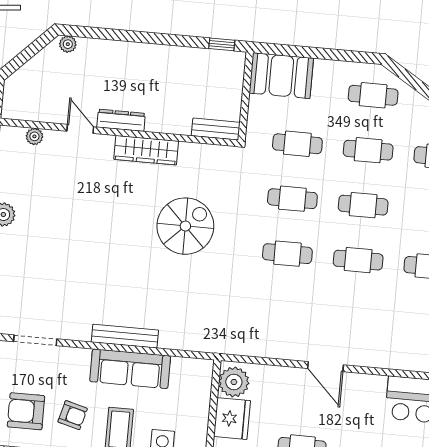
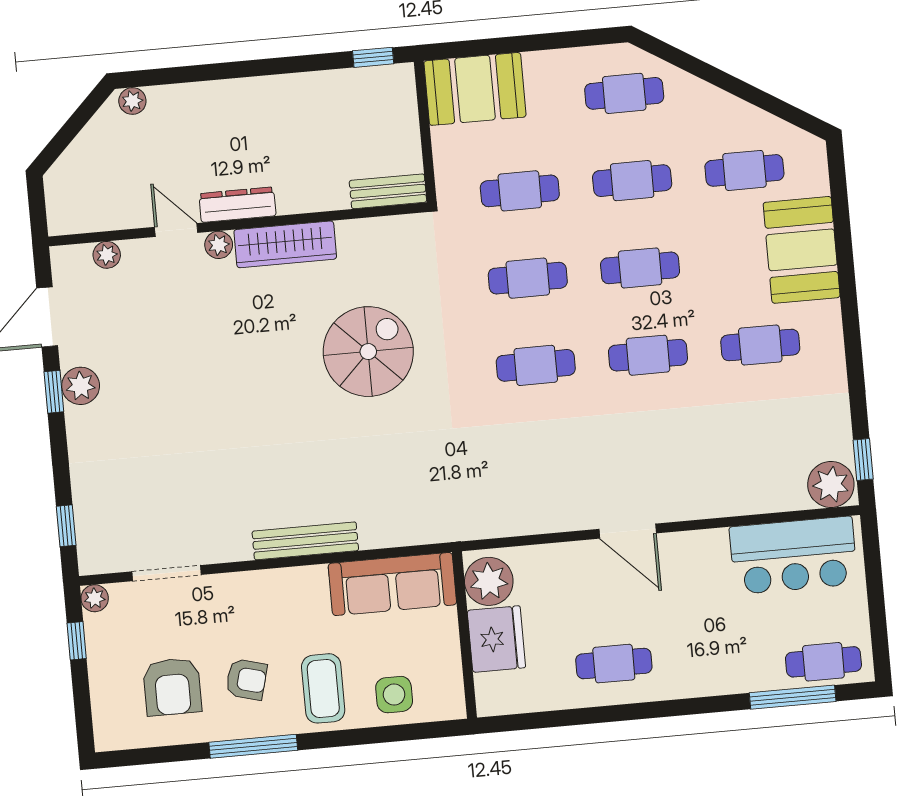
plant: (105, 143) -> (219, 245), added
sofa: (130, 369) -> (392, 584), moved
armchair: (26, 411) -> (172, 687), turned -90

